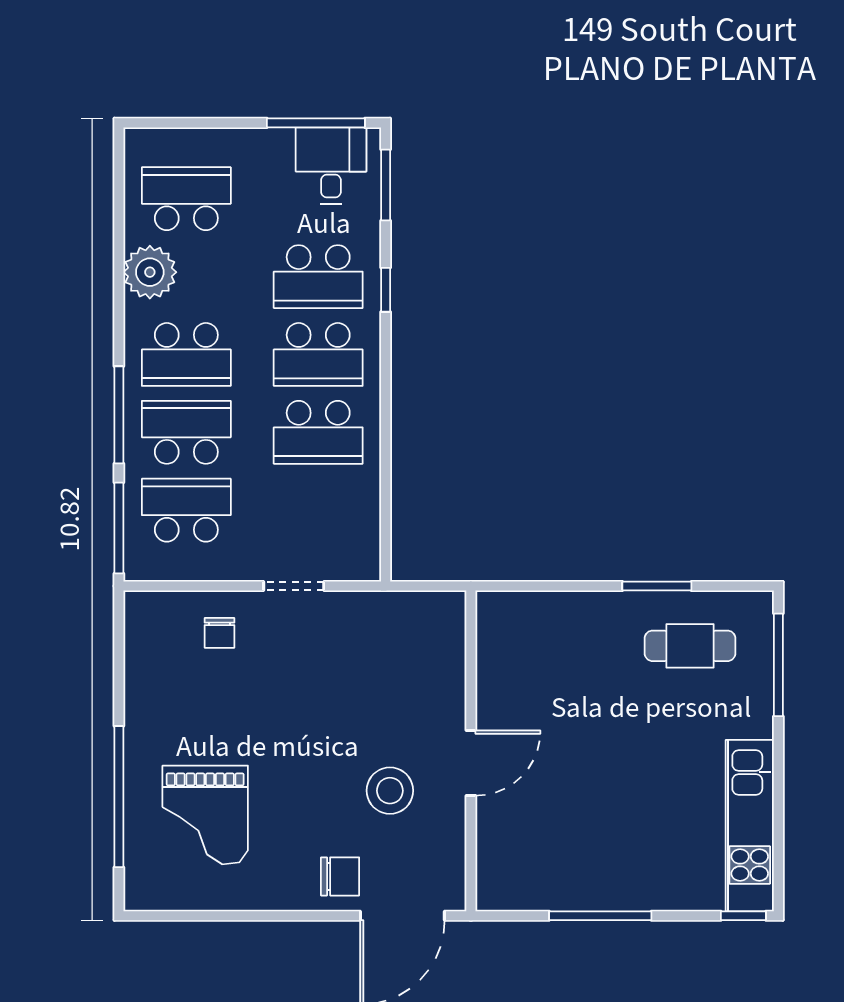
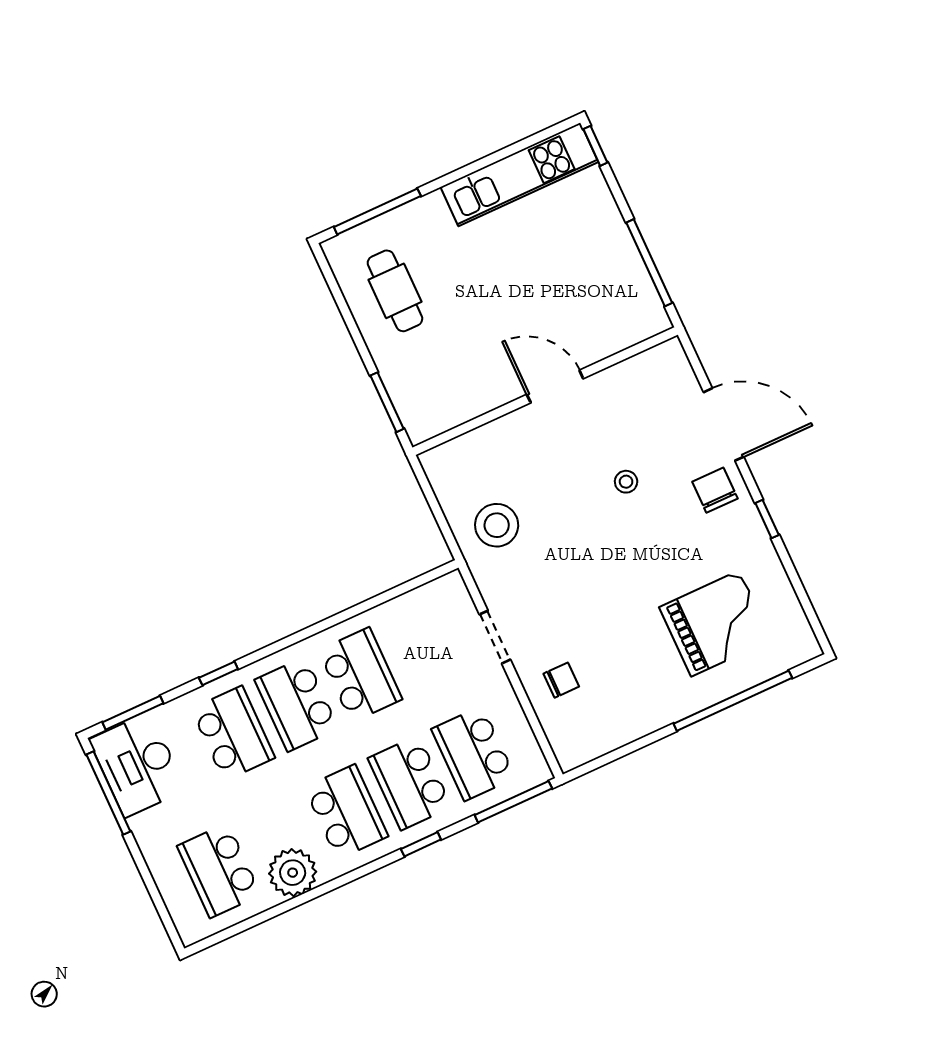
desk: (331, 165) -> (137, 765), width x1.37
school desk: (318, 354) -> (297, 704), turned 180
window: (119, 415) -> (421, 844), width x0.46
window: (657, 586) -> (387, 402), moved
stool: (406, 640) -> (497, 525), added
wall: (471, 751) -> (545, 391), moved
door: (471, 763) -> (555, 387), moved
stool: (390, 791) -> (626, 482), width x0.53, depth x0.53
window: (287, 916) -> (767, 519), added

